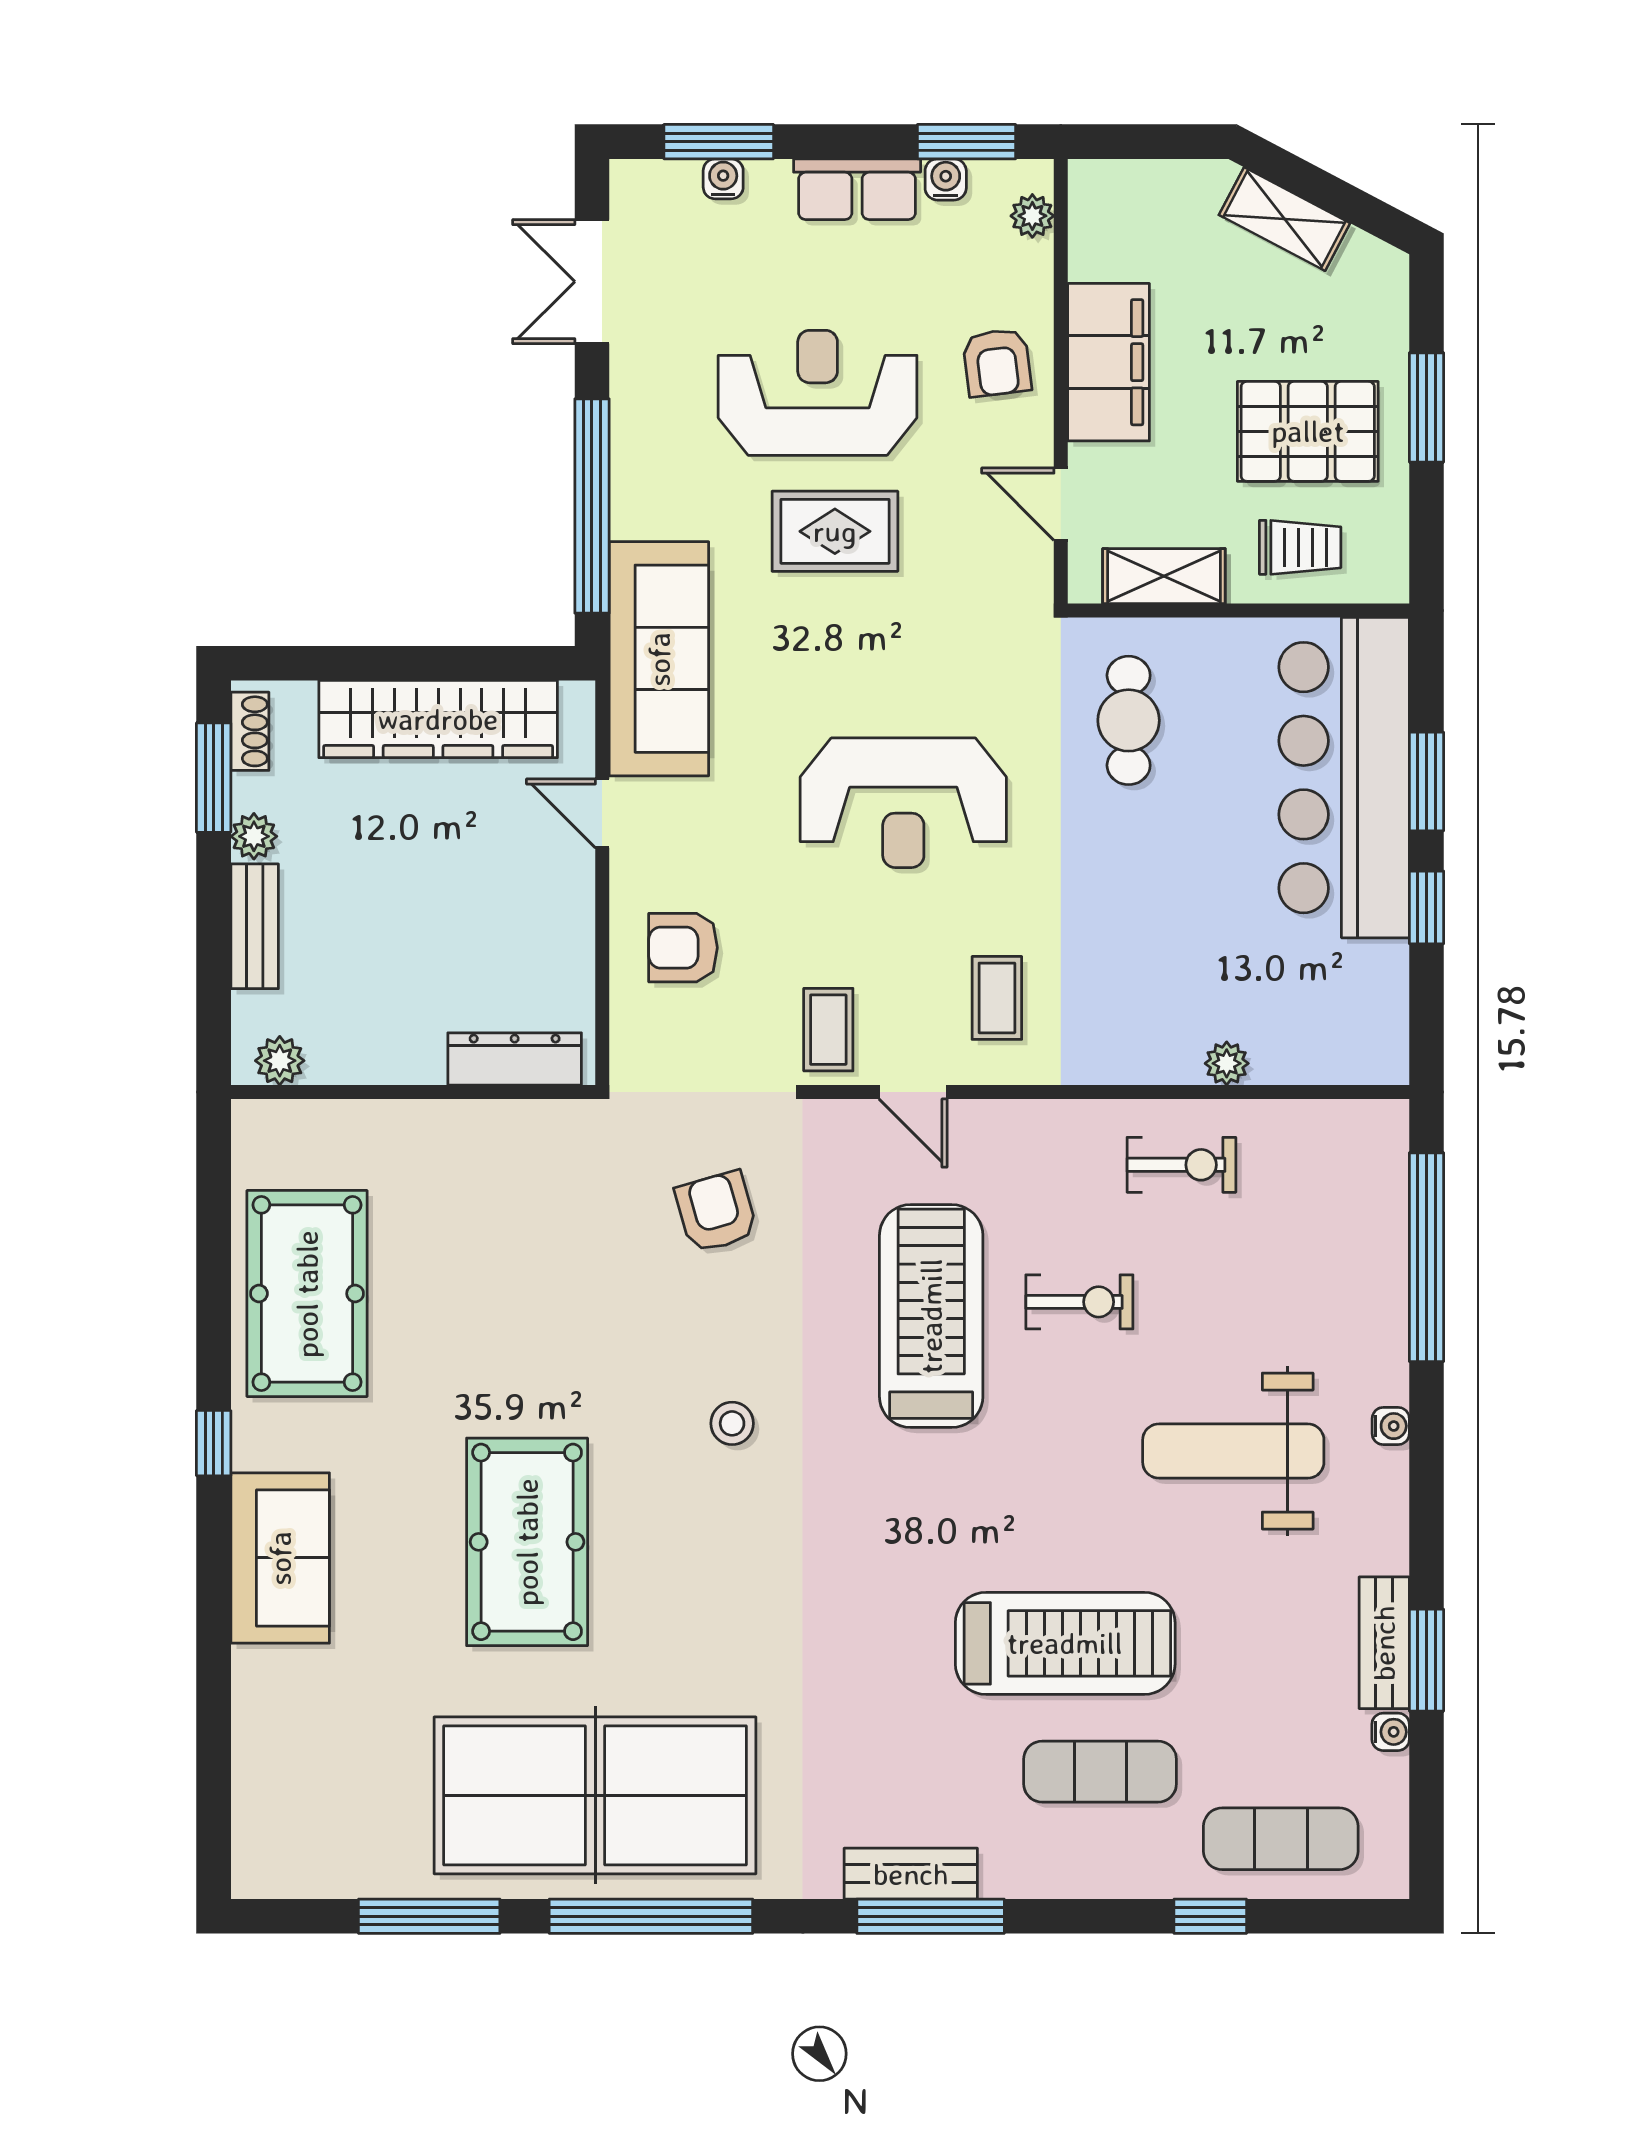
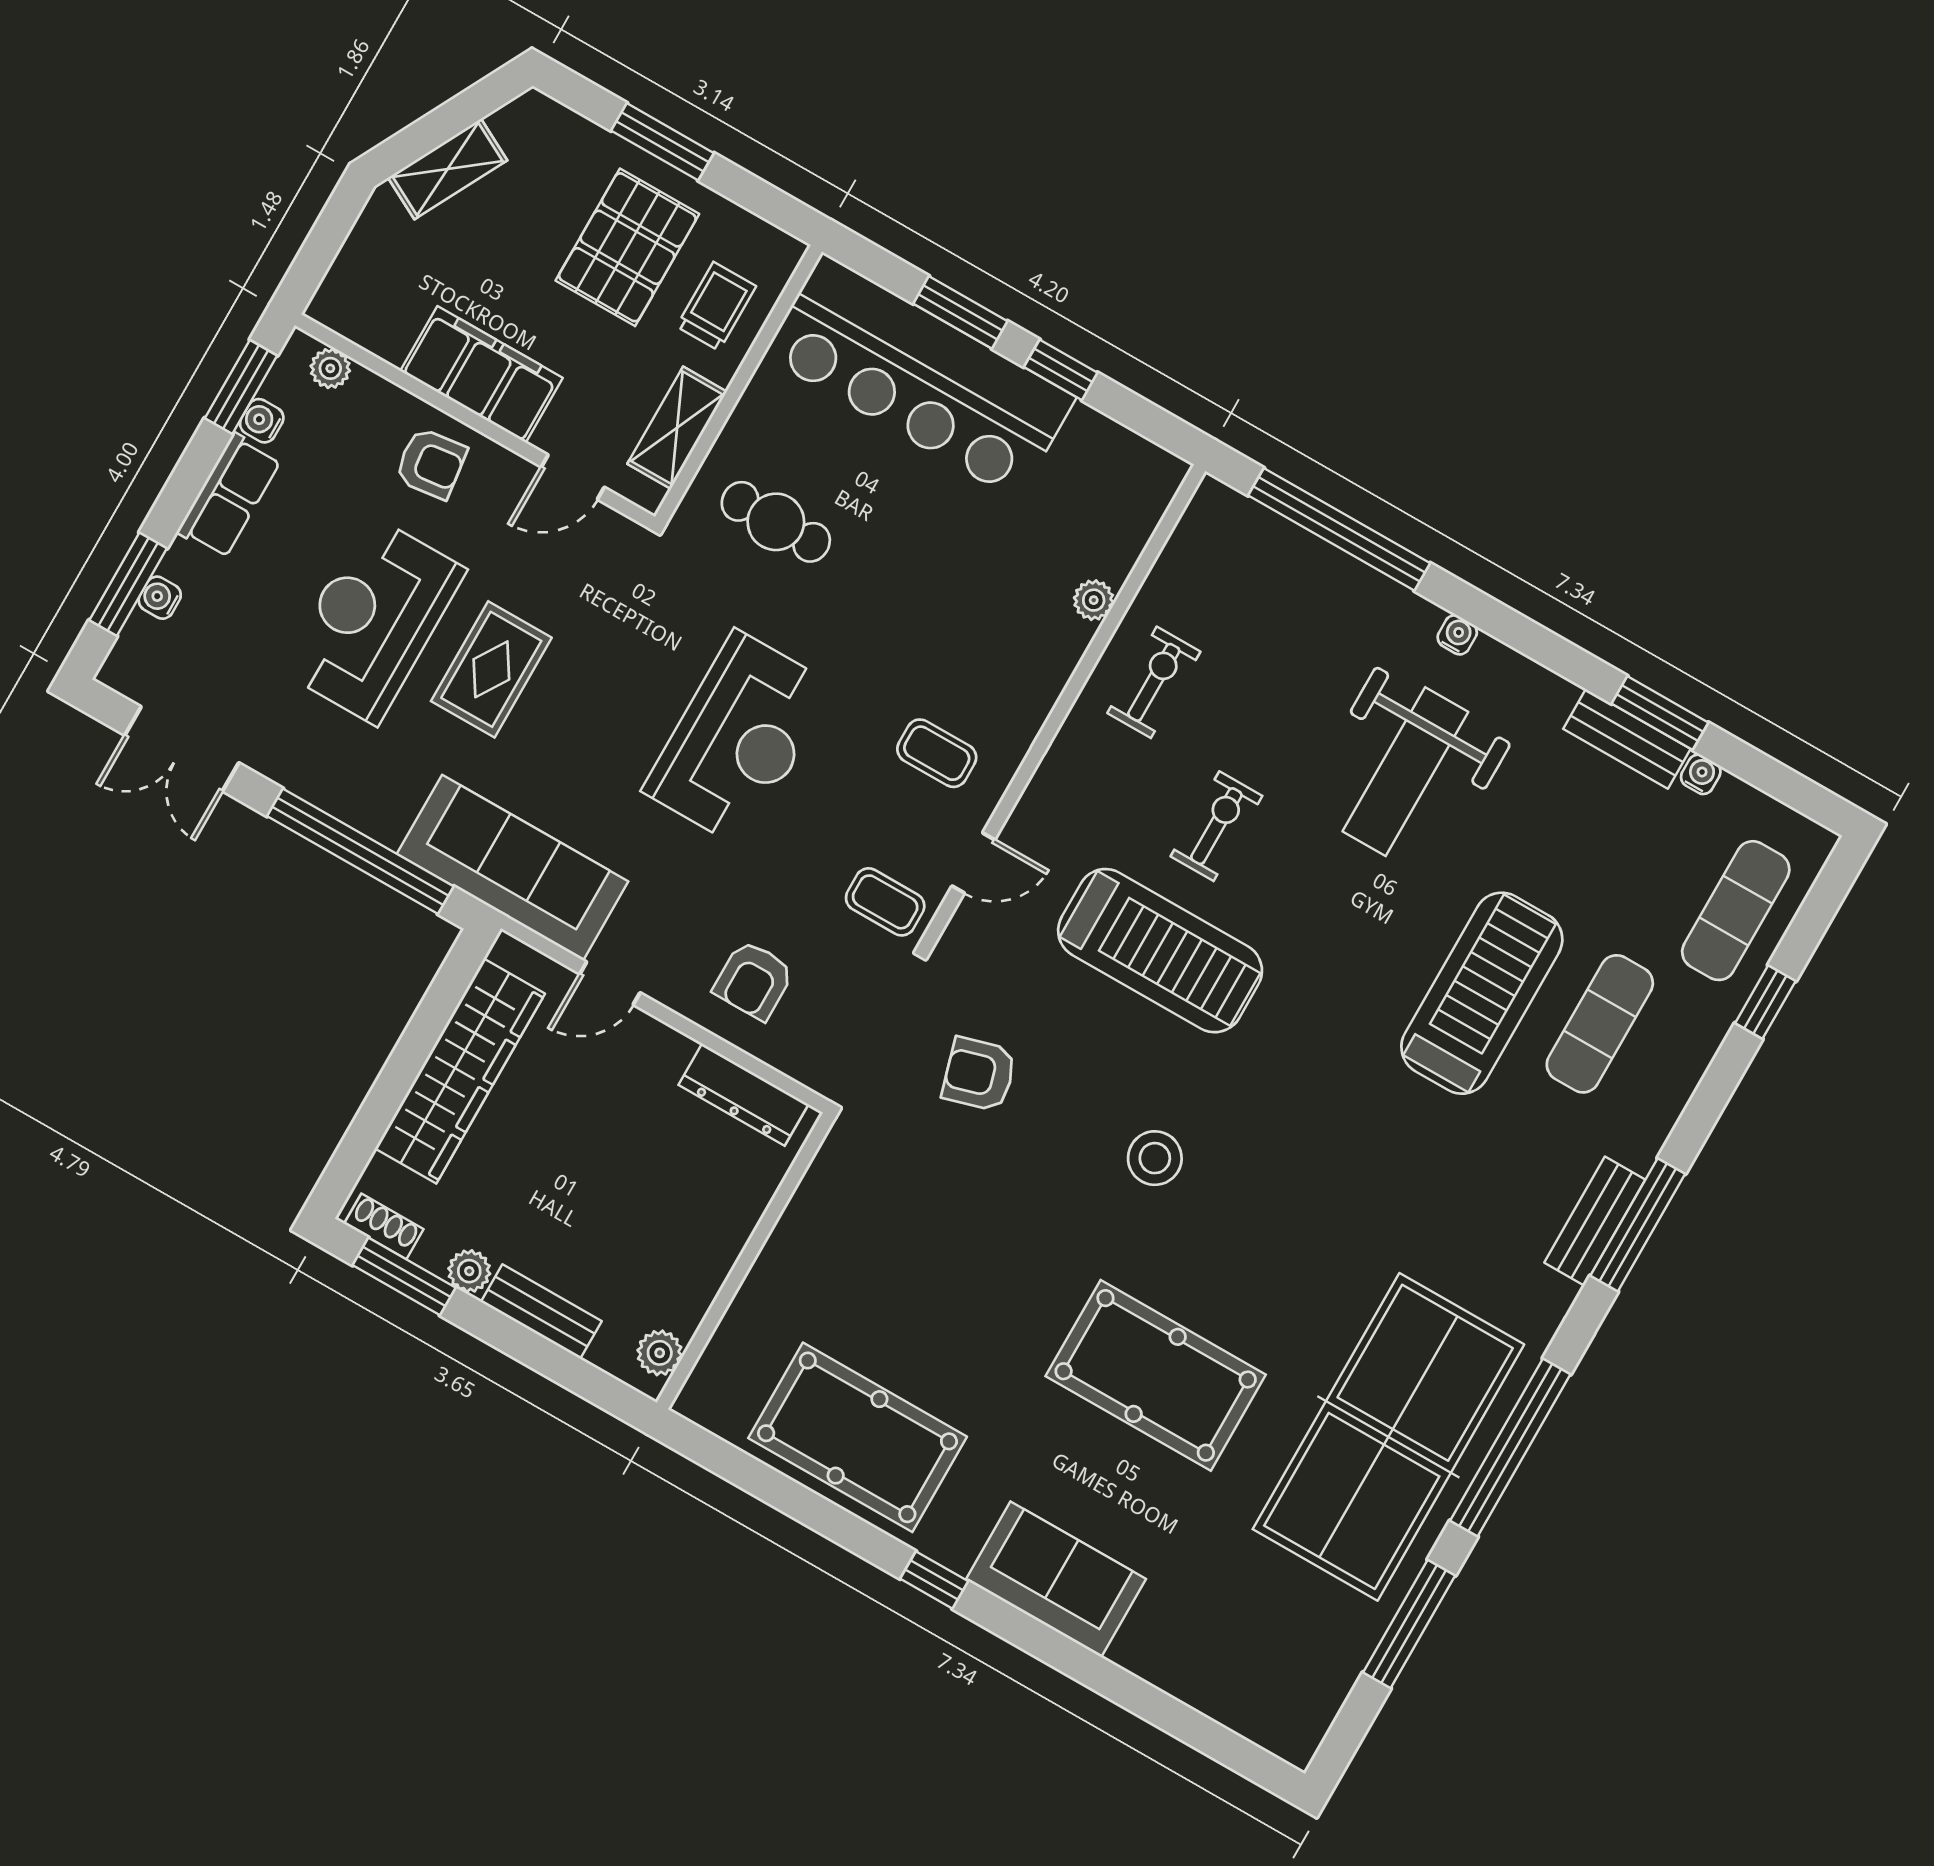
dresser: (515, 1059) -> (743, 1095), moved, turned -90
treadmill: (931, 1316) -> (1160, 951), turned 180
stool: (732, 1423) -> (1155, 1158), width x1.37, depth x1.37

